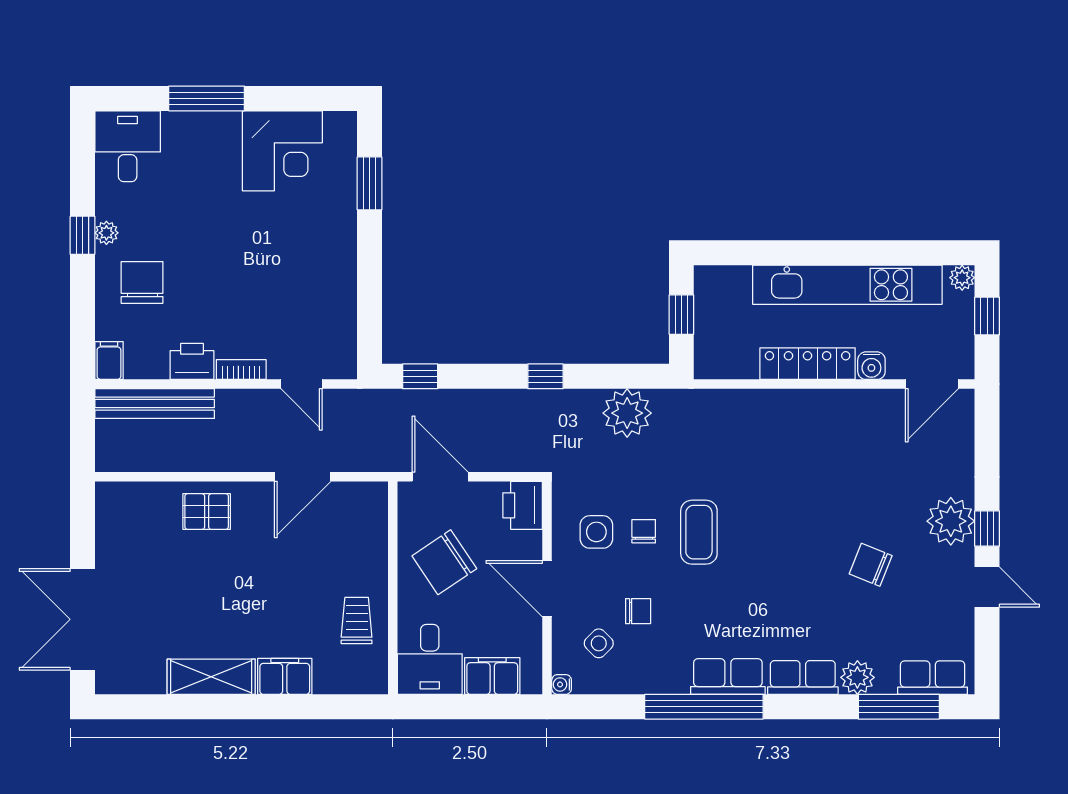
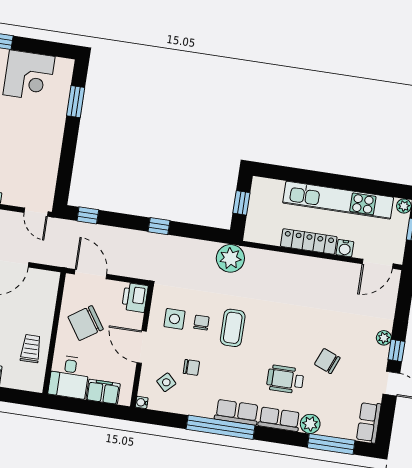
door: (302, 384) -> (36, 212), moved
plant: (627, 413) -> (230, 258), moved
plant: (951, 521) -> (384, 338), width x0.53, depth x0.53
wheelchair: (803, 607) -> (285, 379), added
row of seats: (933, 678) -> (369, 422), moved, turned -90

